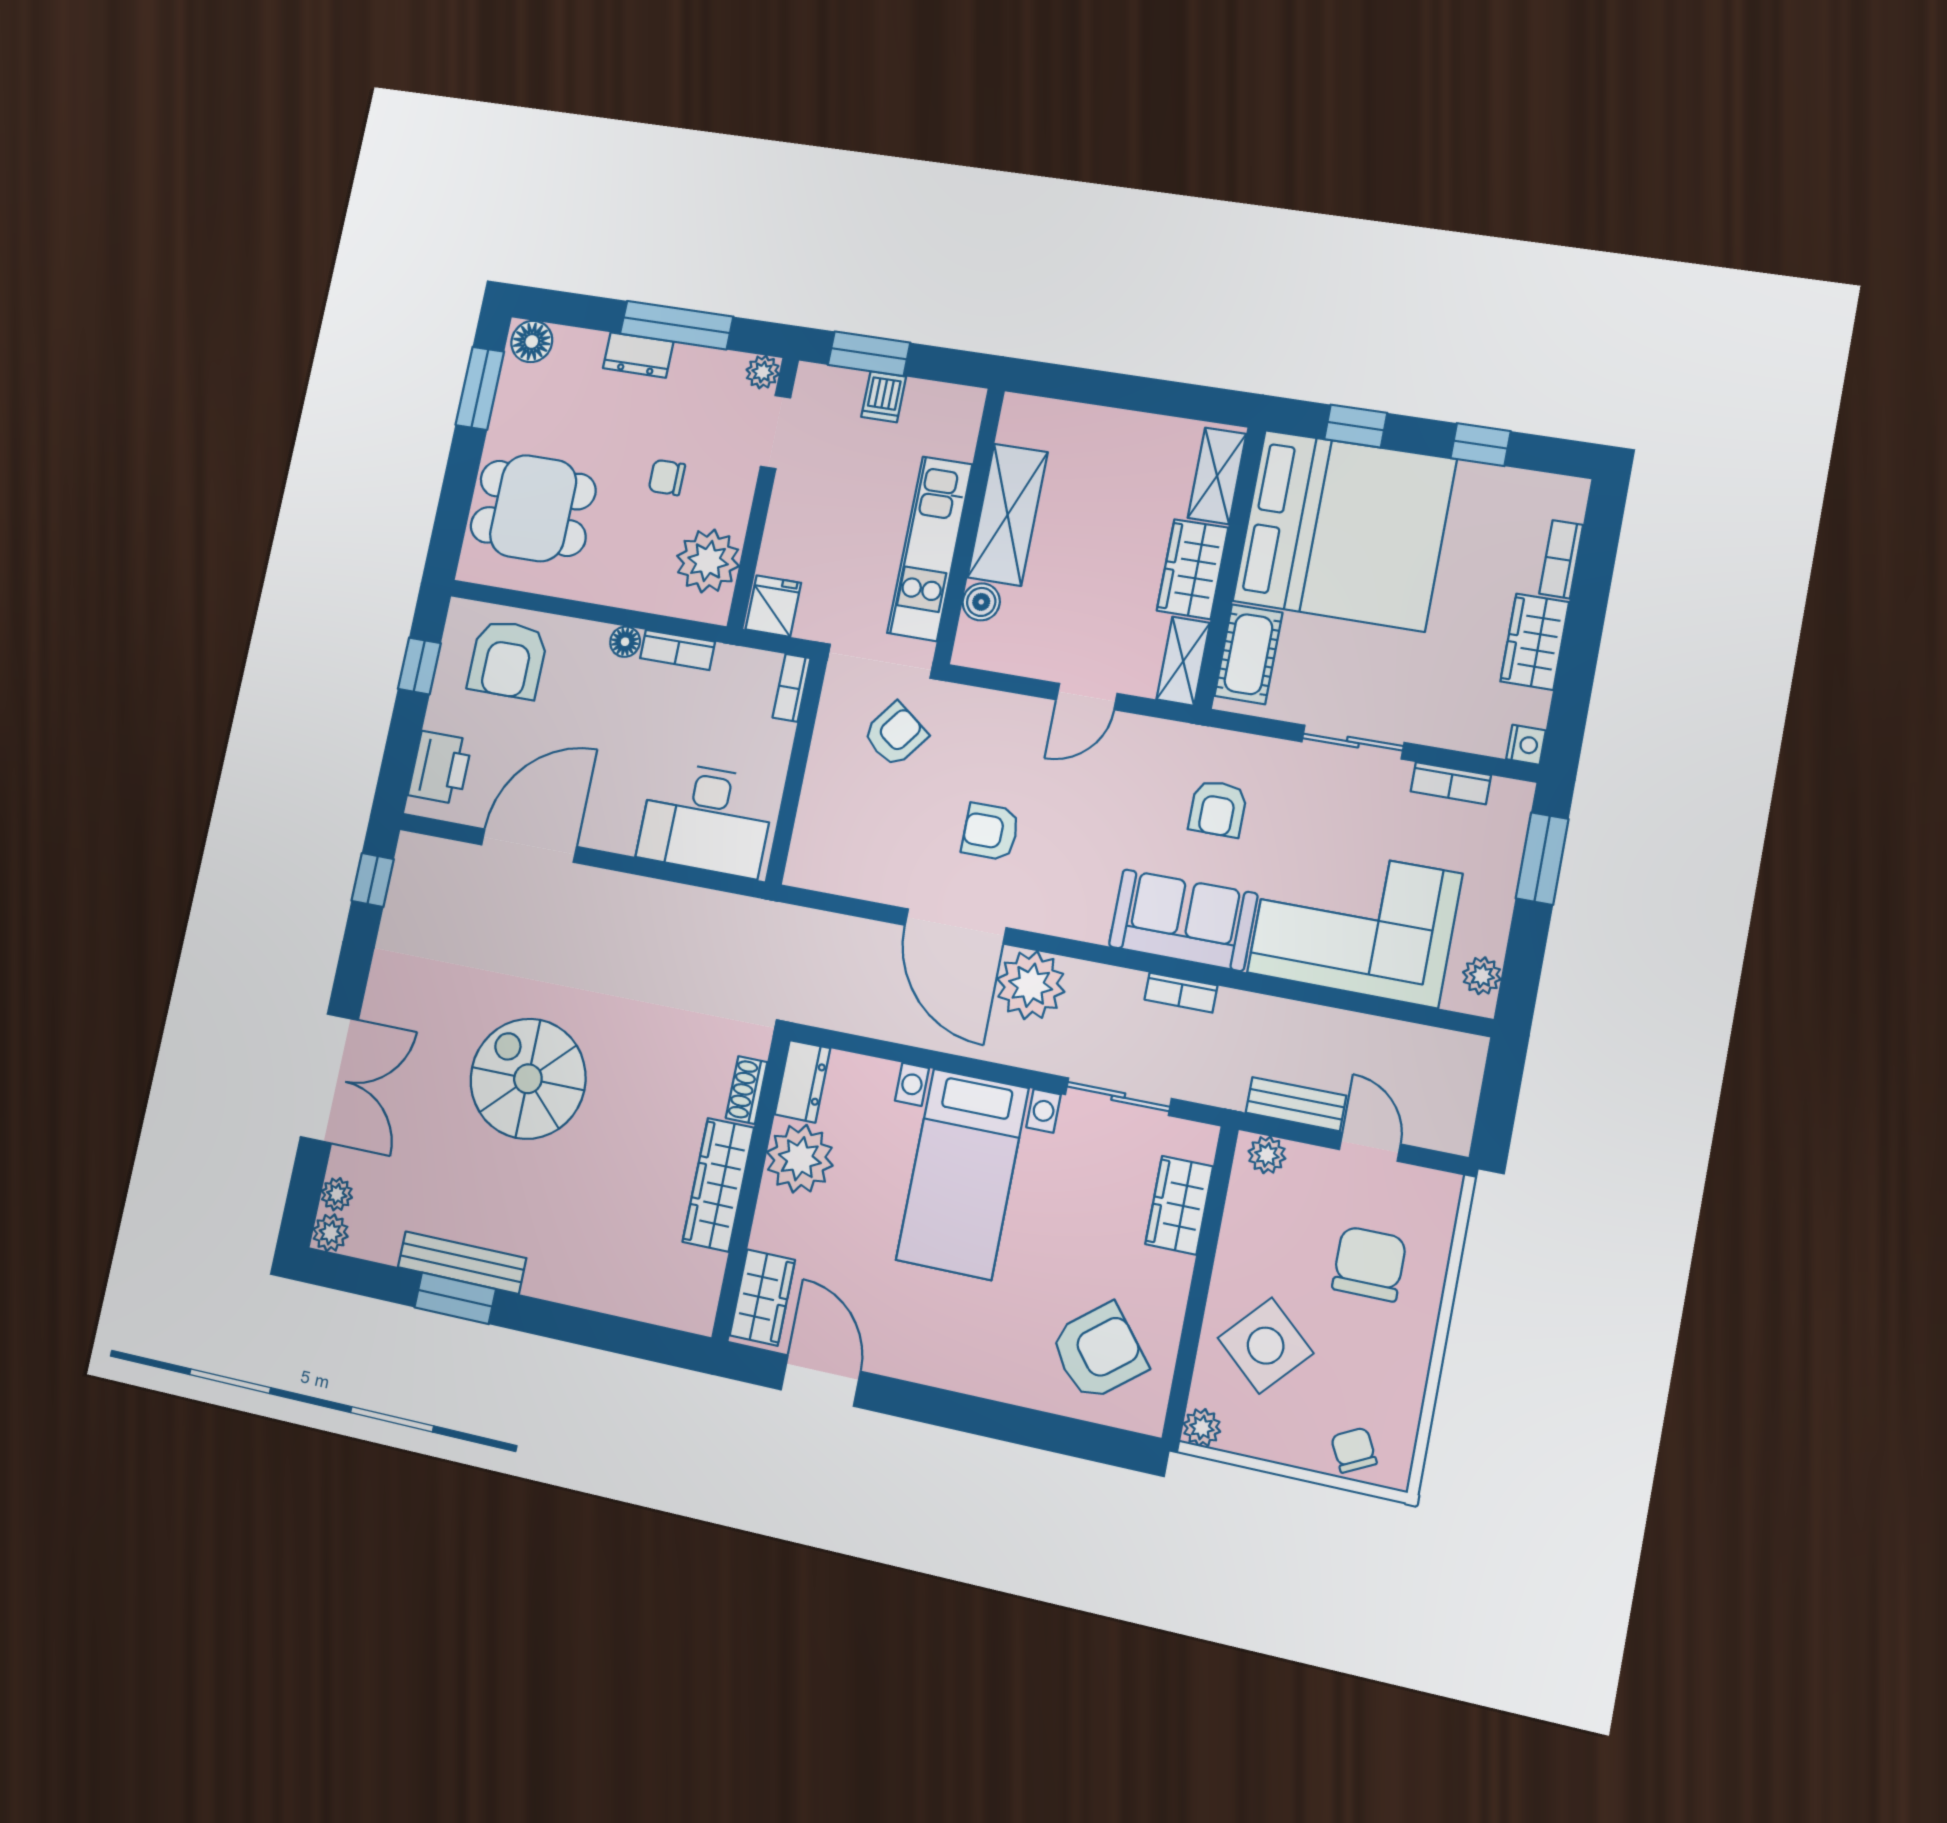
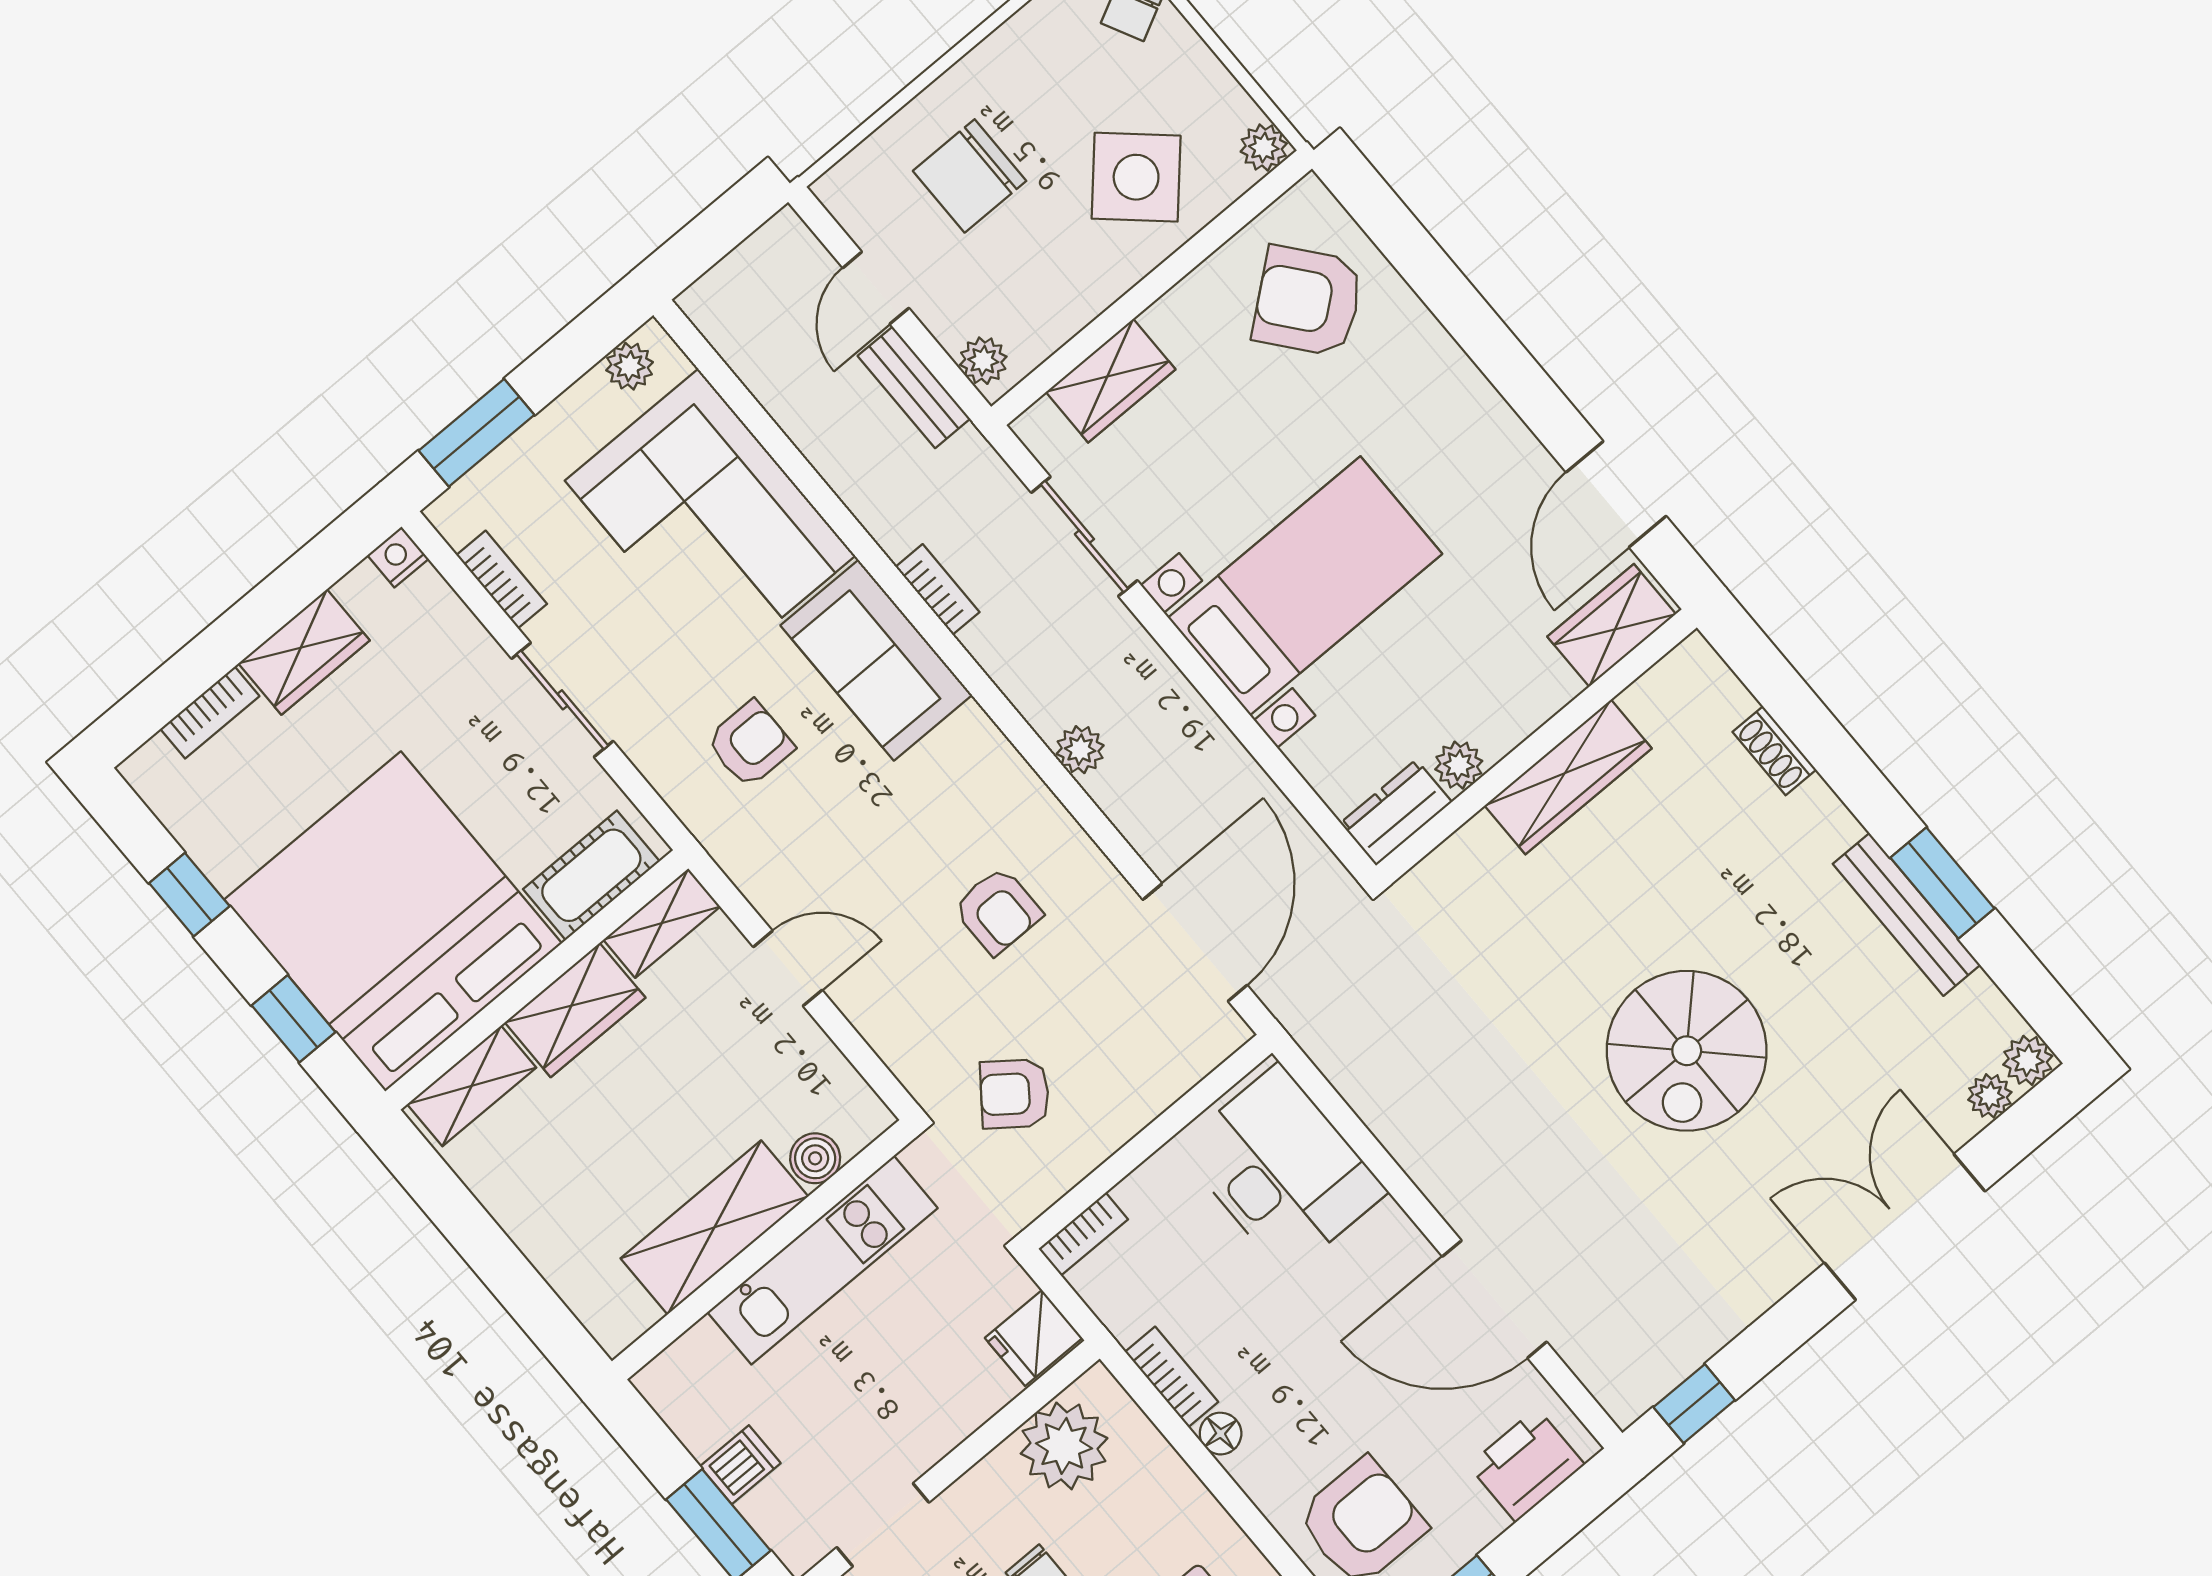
door: (955, 926) -> (1195, 942), moved
plant: (1031, 985) -> (1080, 750), width x0.53, depth x0.53
shoe rack: (747, 1090) -> (1774, 751), moved, turned 90
plant: (800, 1159) -> (1459, 765), width x0.53, depth x0.53

